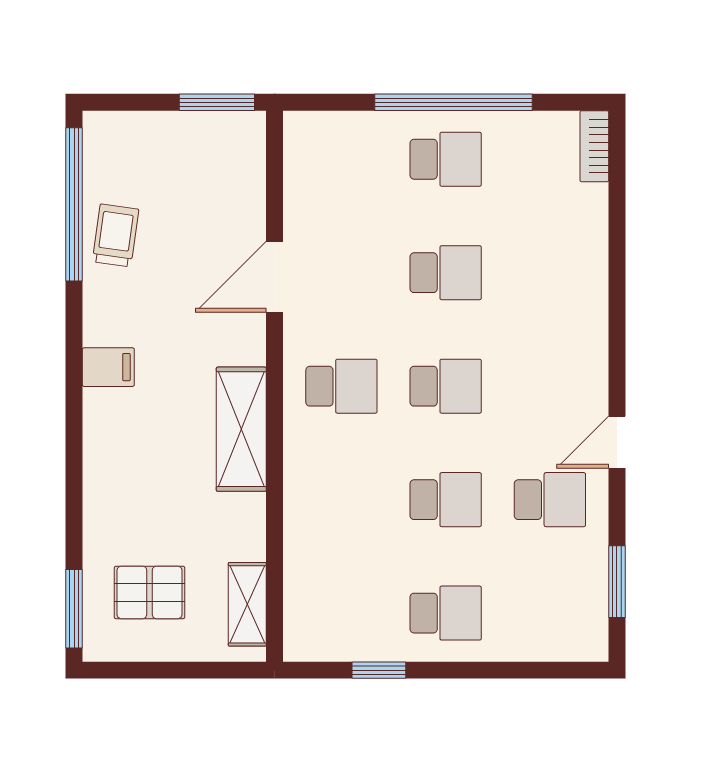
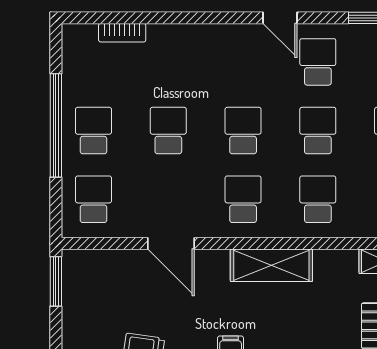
bookcase: (594, 146) -> (122, 33), moved
school desk: (341, 159) -> (94, 199), added
school desk: (341, 500) -> (318, 199), added

